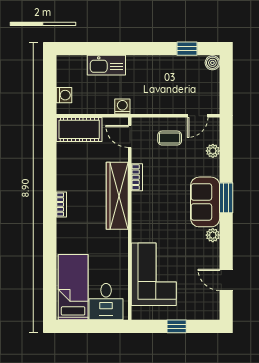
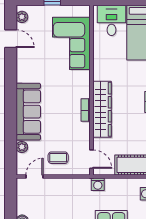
bookcase: (137, 177) -> (86, 110), moved
window: (226, 198) -> (11, 107), removed
sofa: (205, 202) -> (28, 112), width x1.36
plant: (213, 235) -> (22, 17), moved

